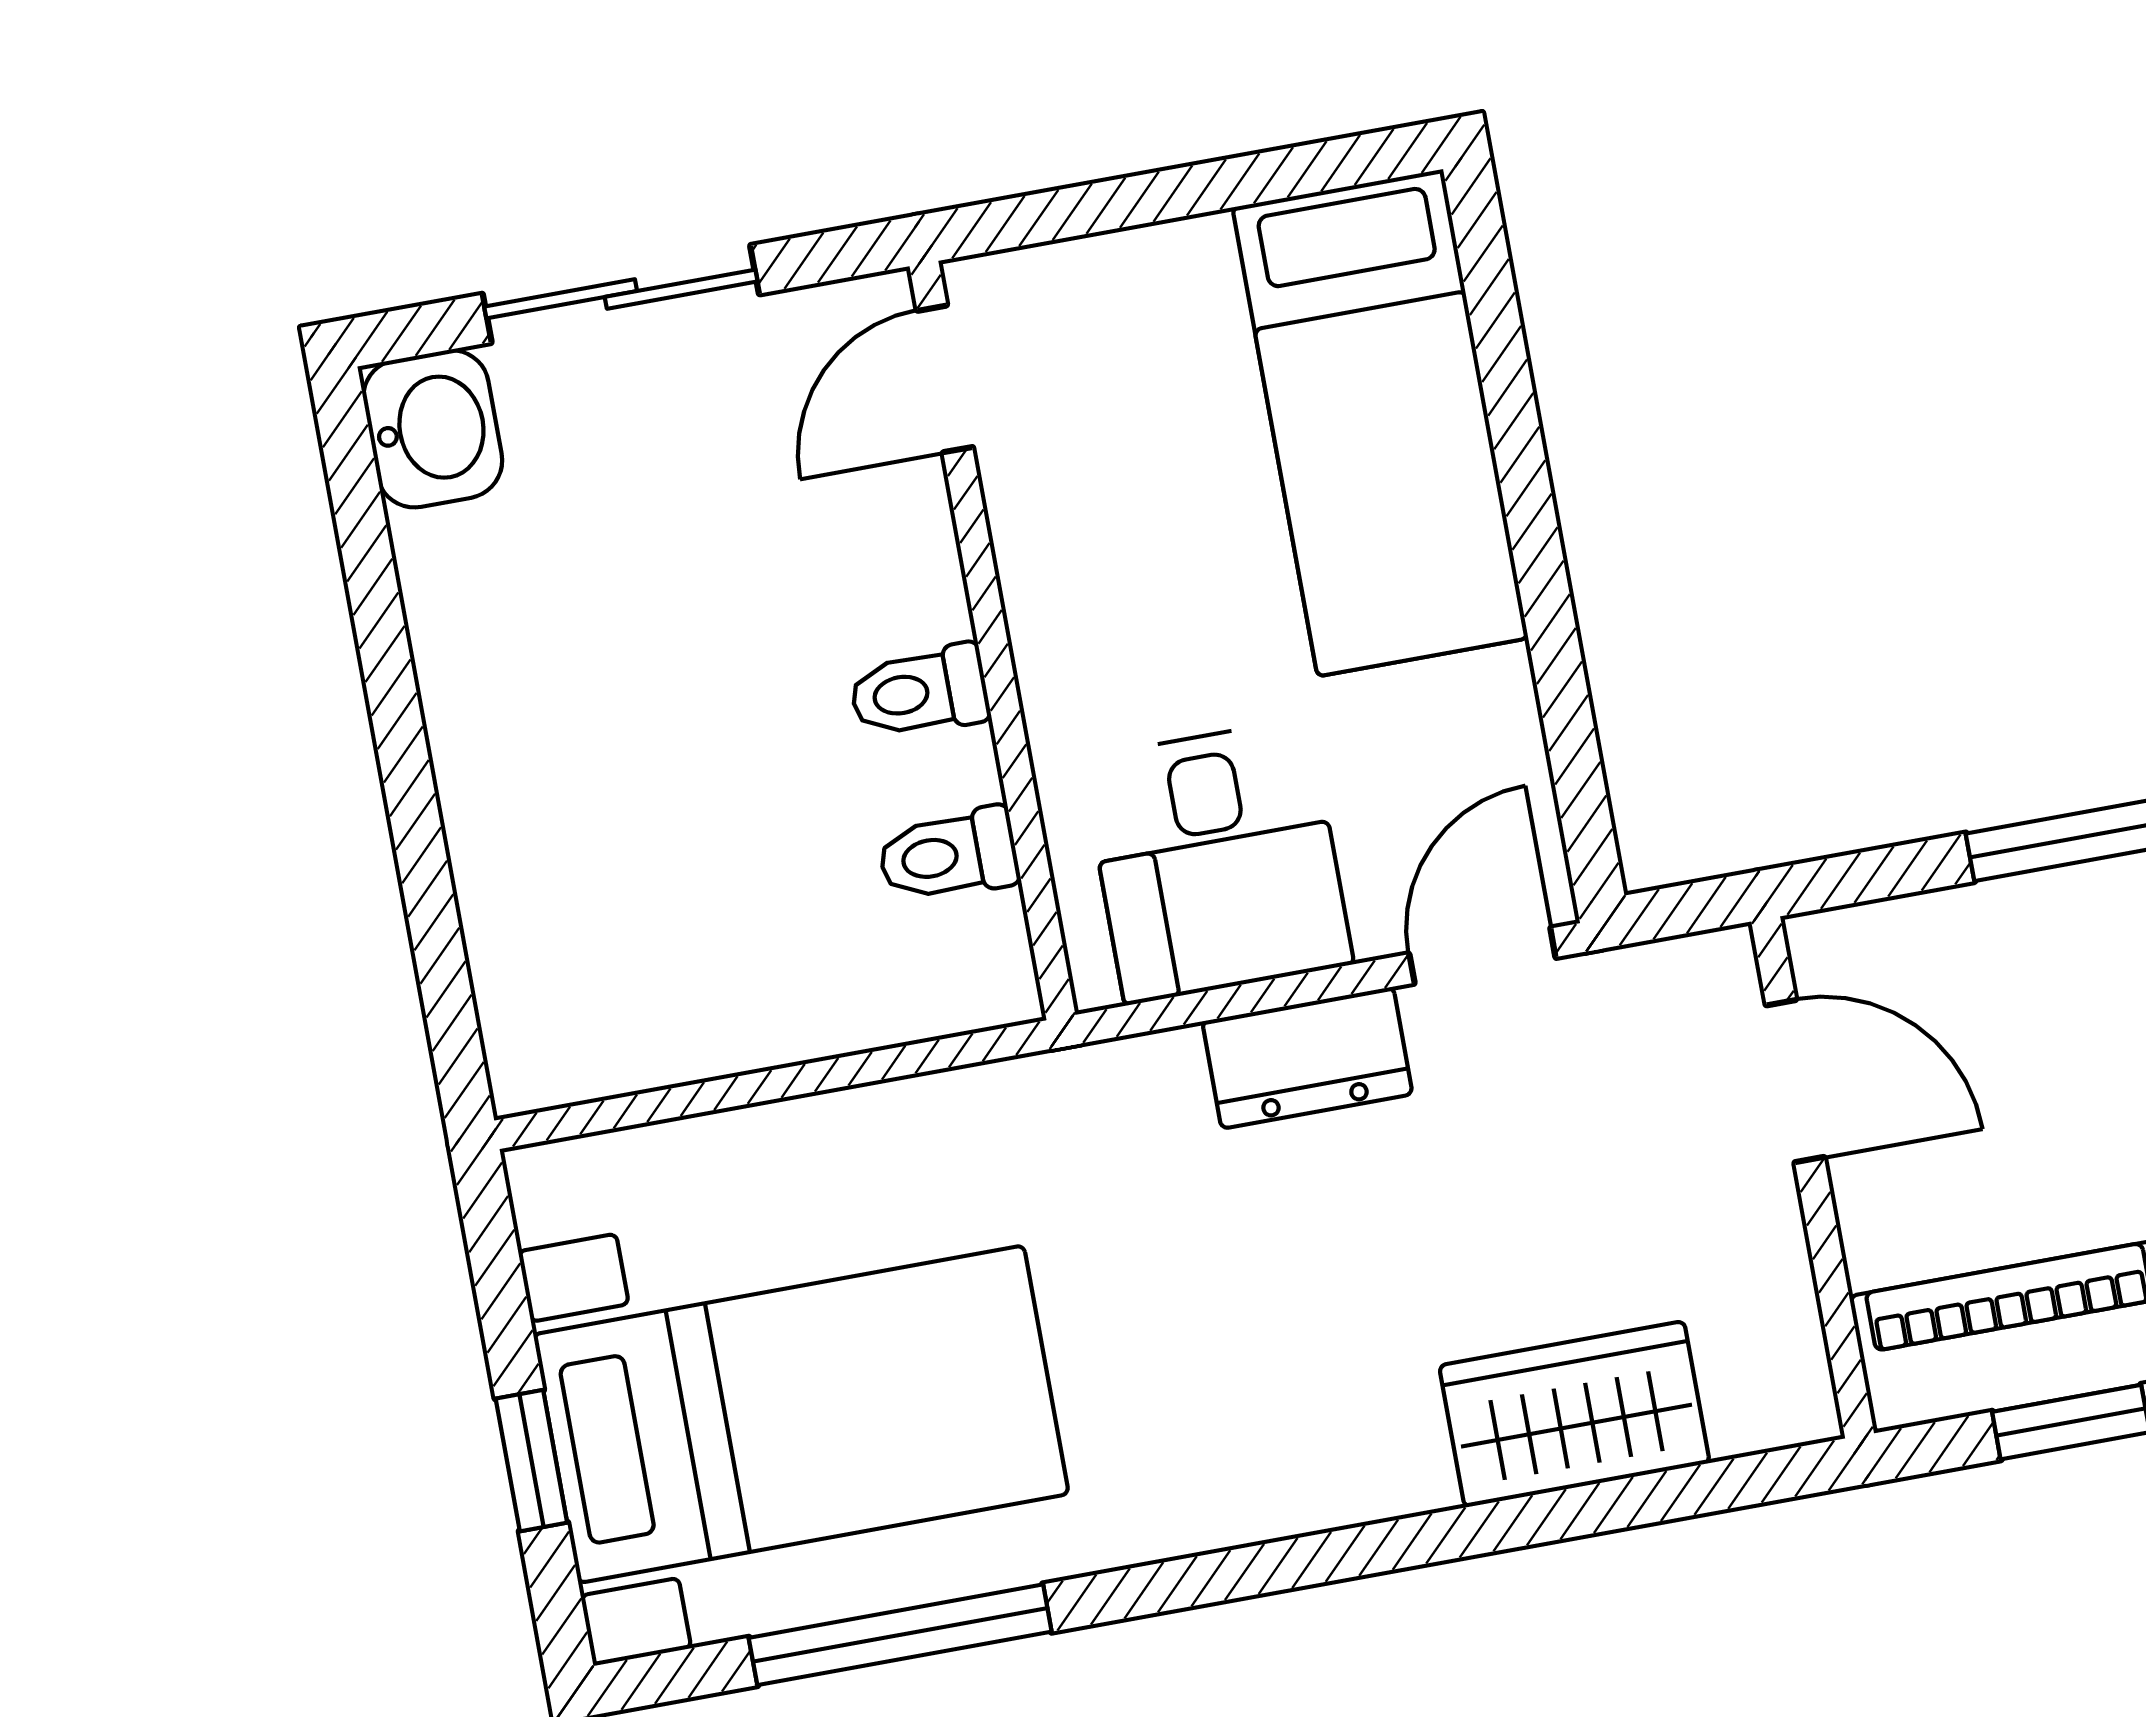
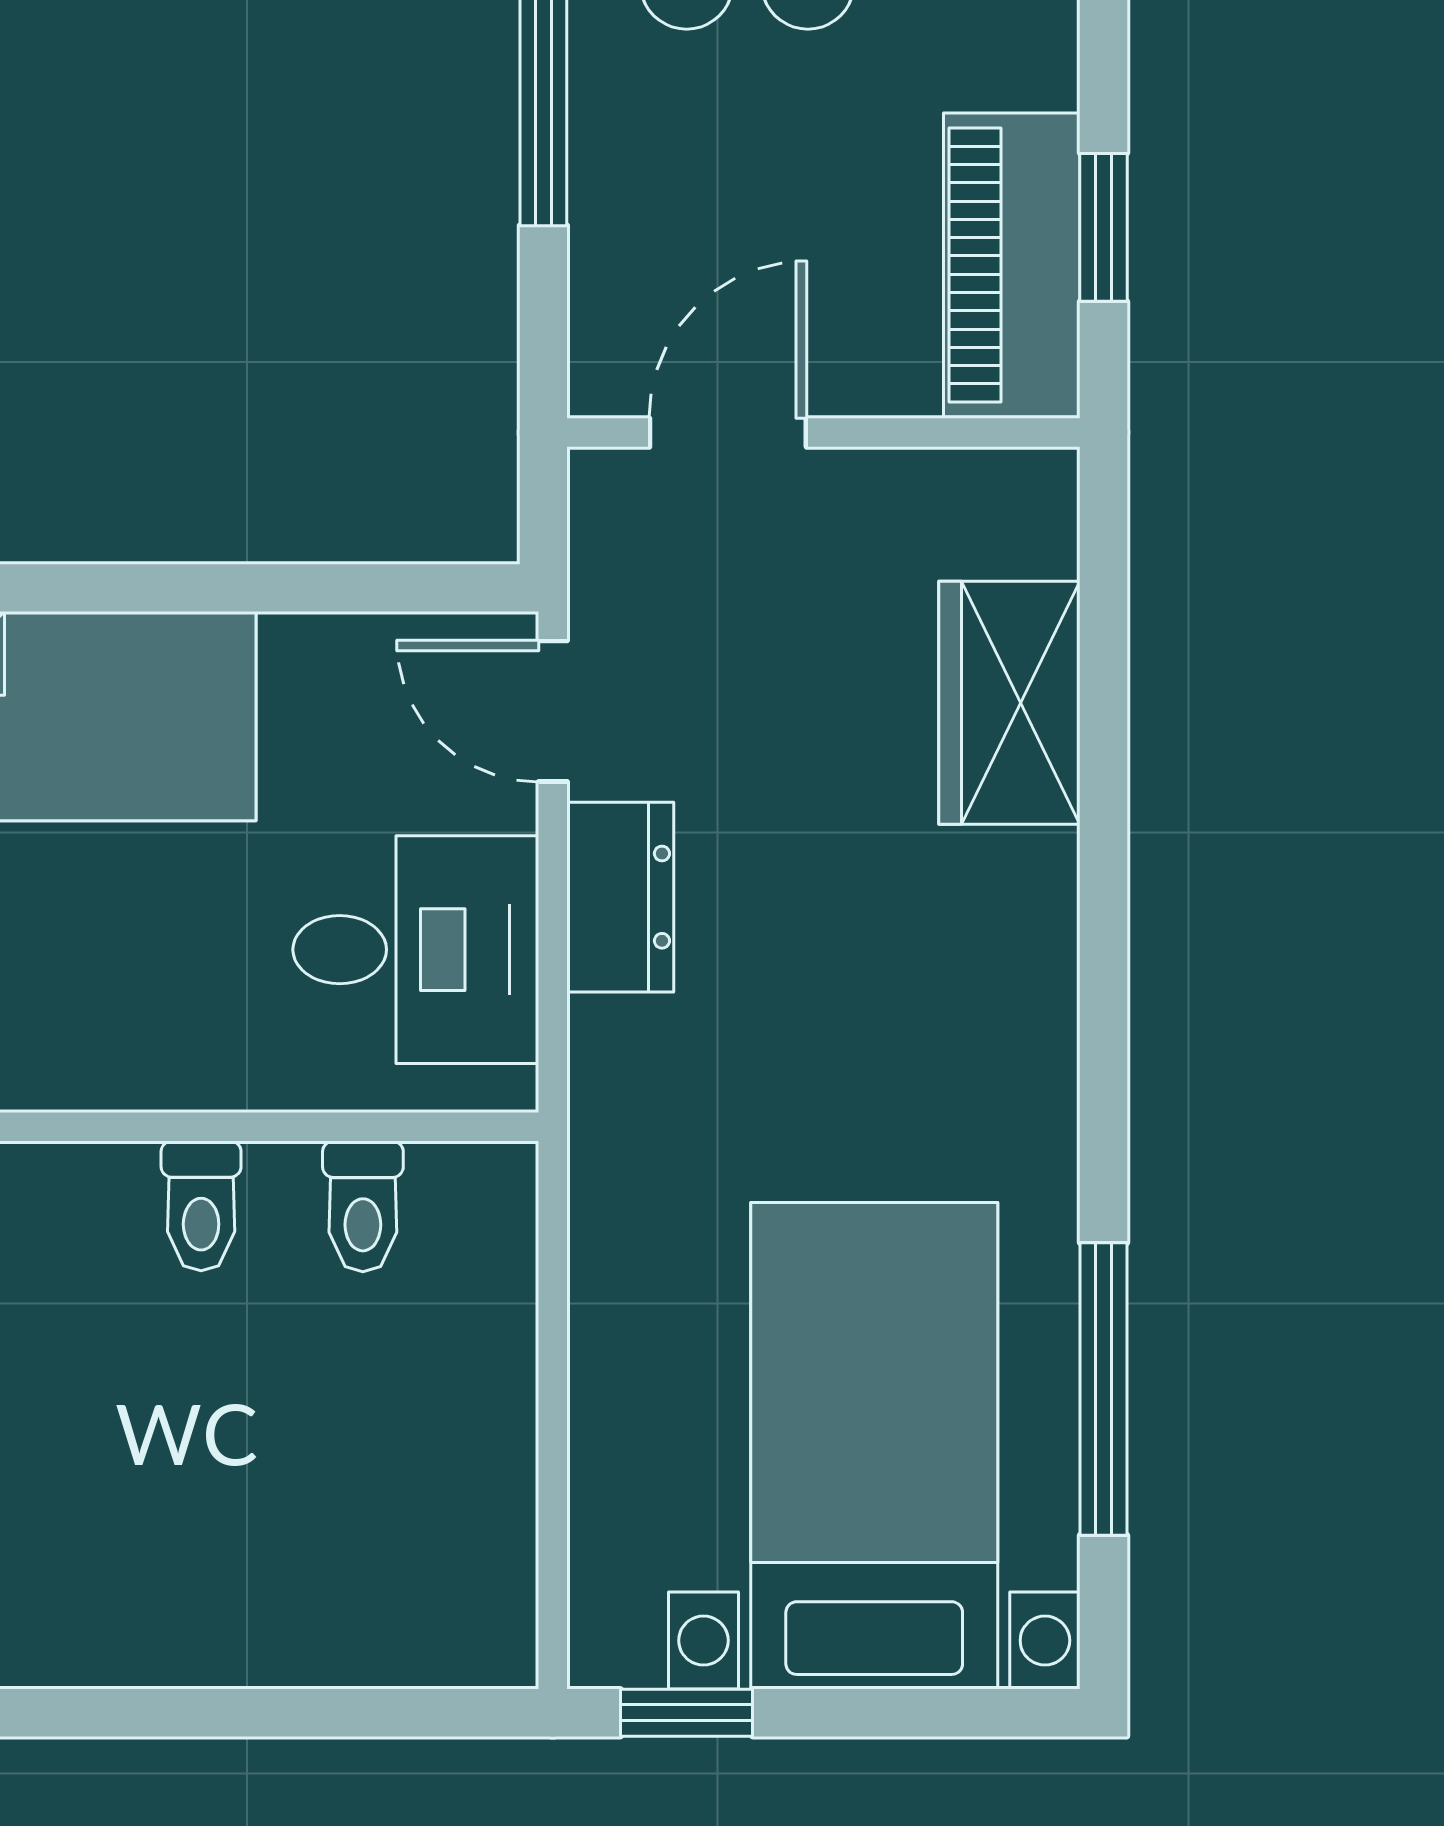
window: (531, 1461) -> (686, 1713), moved

